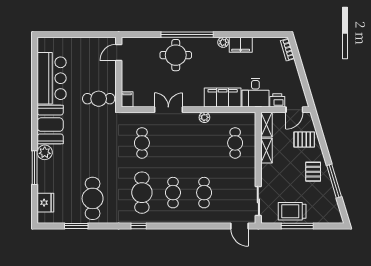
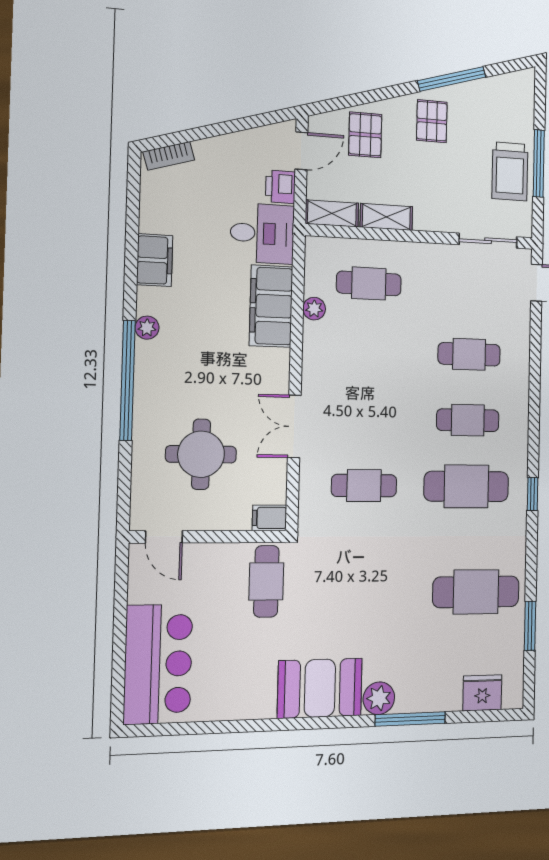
plant: (223, 42) -> (147, 328), moved
round table: (176, 55) -> (201, 454), moved
bar counter: (52, 78) -> (158, 664), moved, turned 90
door: (294, 110) -> (301, 151), hinge flipped
plant: (204, 117) -> (314, 309), moved
pallet: (313, 172) -> (432, 121), turned 90

